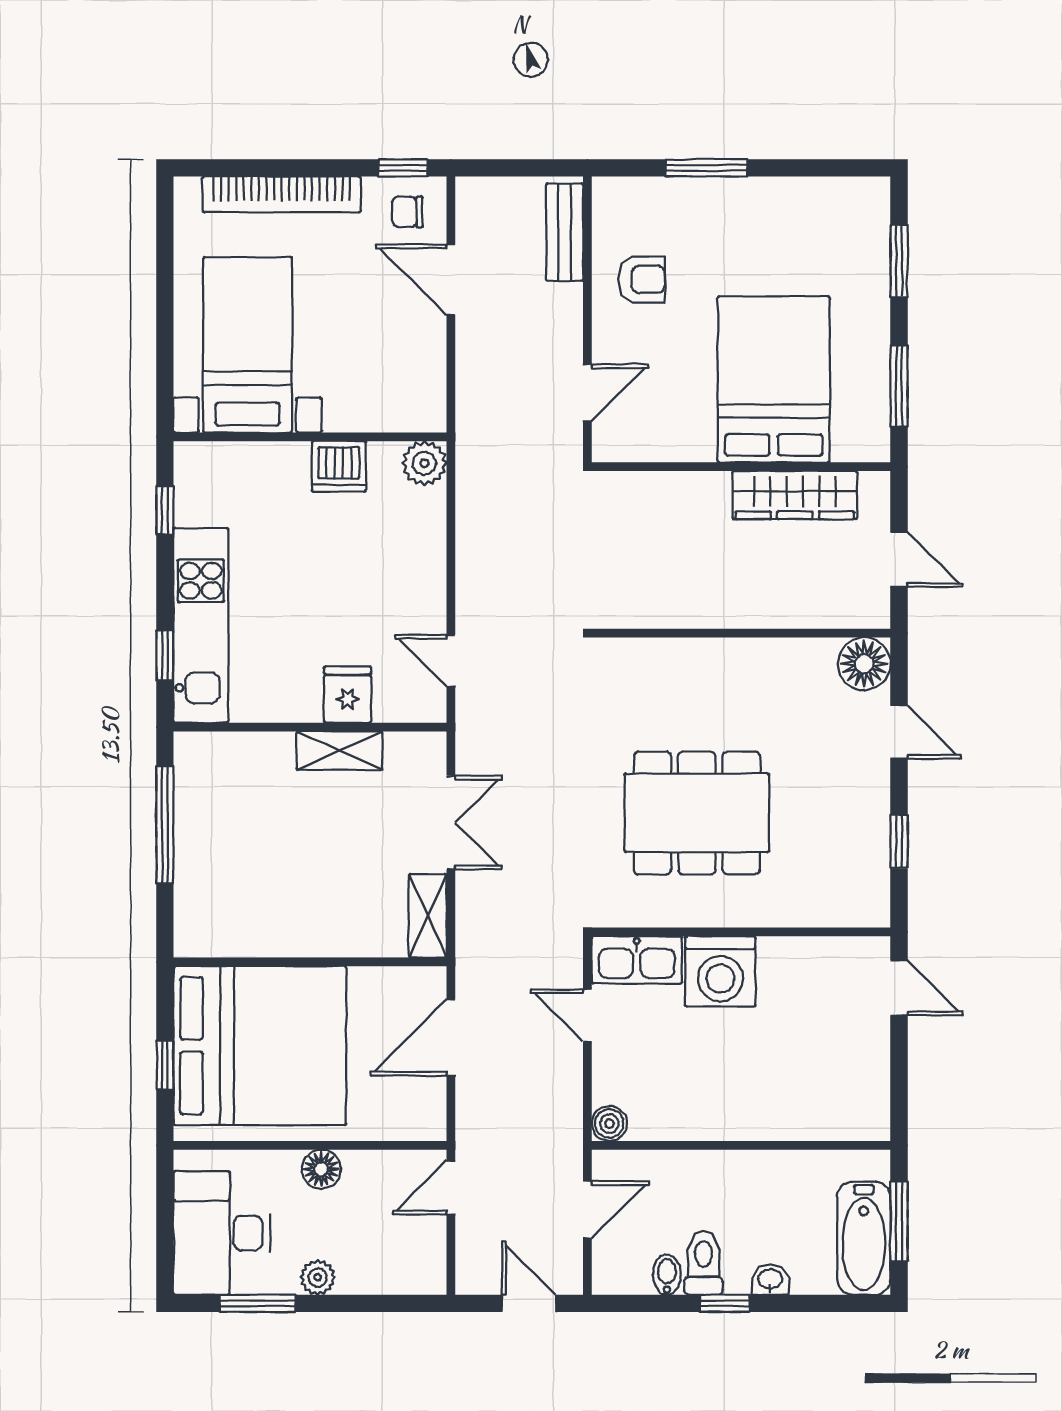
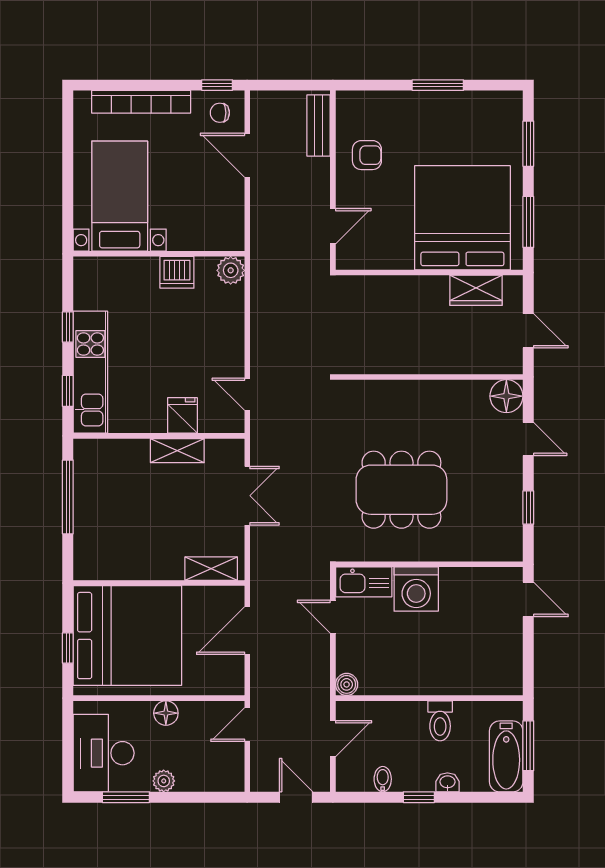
window: (706, 168) -> (438, 85), moved
bed: (774, 379) -> (462, 218), width x1.36
wardrobe: (795, 495) -> (476, 290), width x0.67
window: (165, 510) -> (68, 327), moved
shelving: (428, 916) -> (211, 569), moved, turned 90
toilet: (704, 1263) -> (440, 721), moved, turned 180

